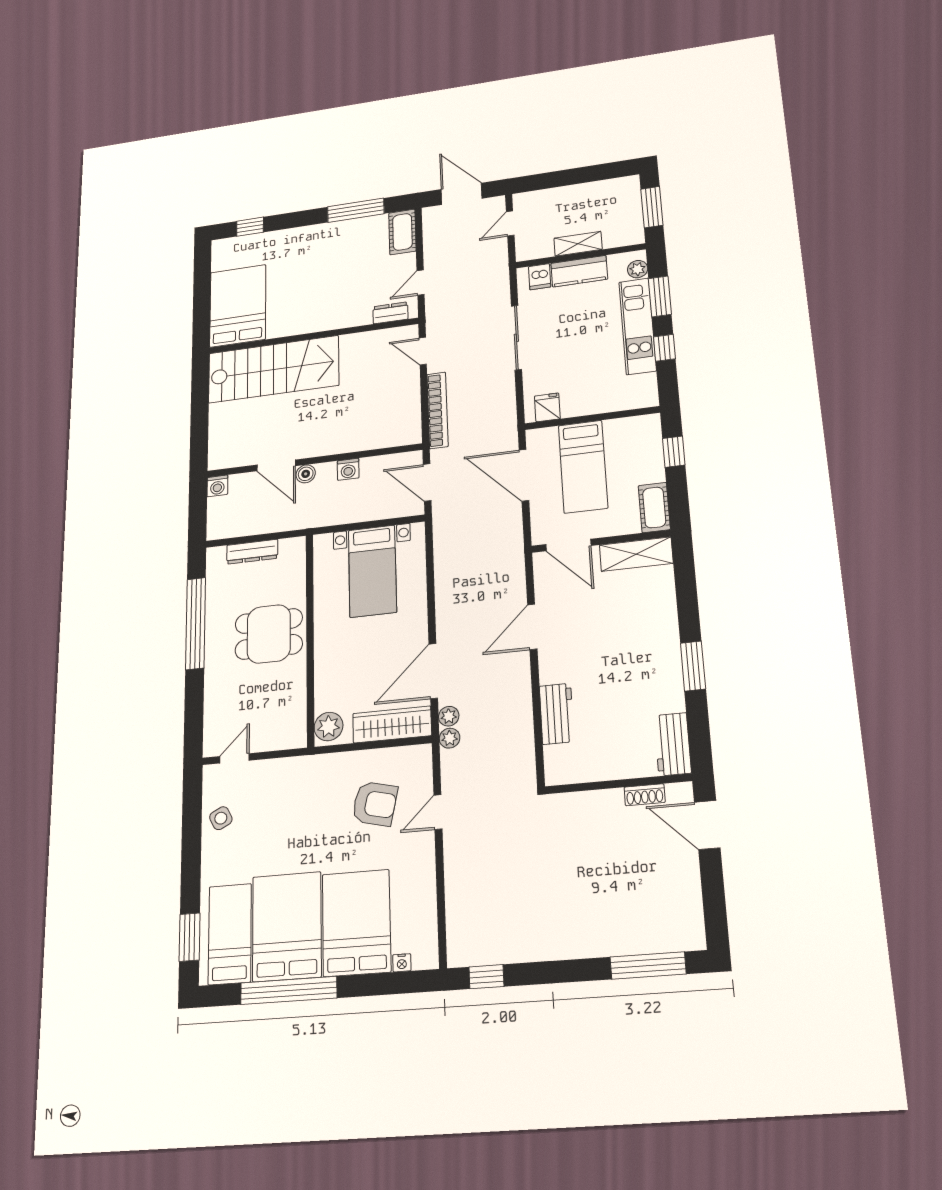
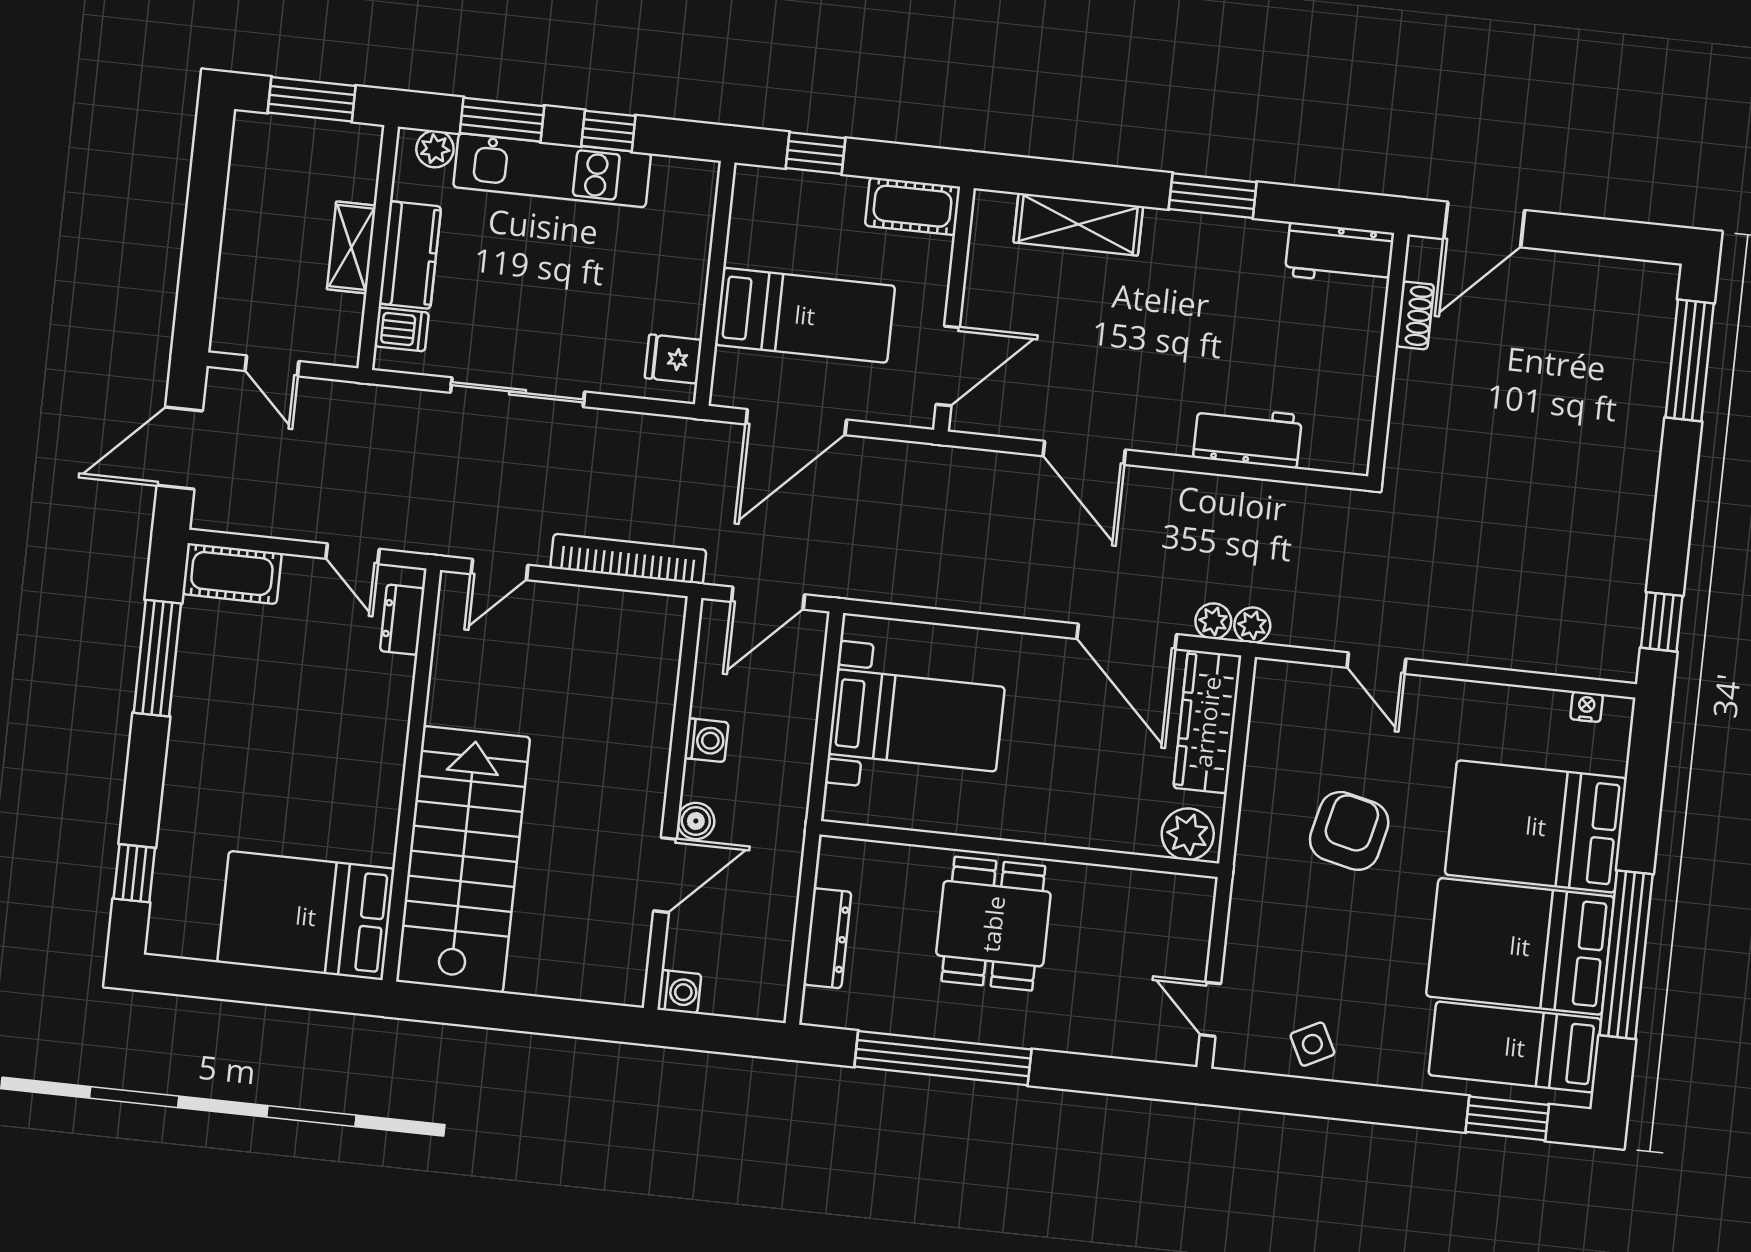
shelving: (636, 554) -> (1078, 224), moved, turned 90
armchair: (375, 804) -> (1349, 831), moved
nightstand: (402, 963) -> (1587, 707), moved, turned -90

